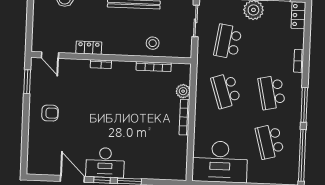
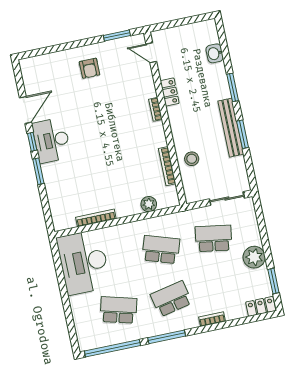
door: (50, 55) -> (151, 53), hinge flipped
school desk: (226, 91) -> (161, 250), turned 36
bookcase: (184, 117) -> (96, 218), moved
school desk: (270, 141) -> (118, 310), turned 30

